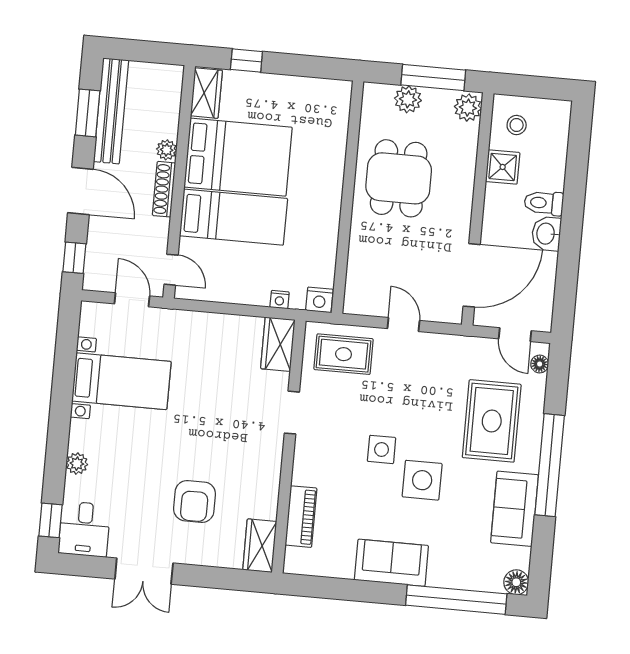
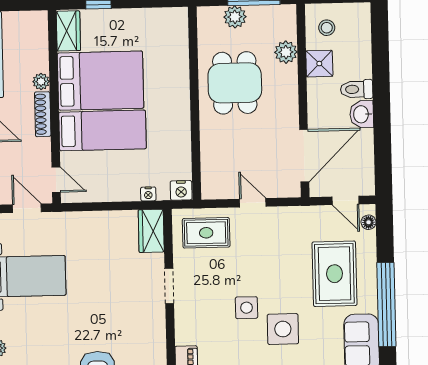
plant: (468, 108) -> (286, 52), moved

